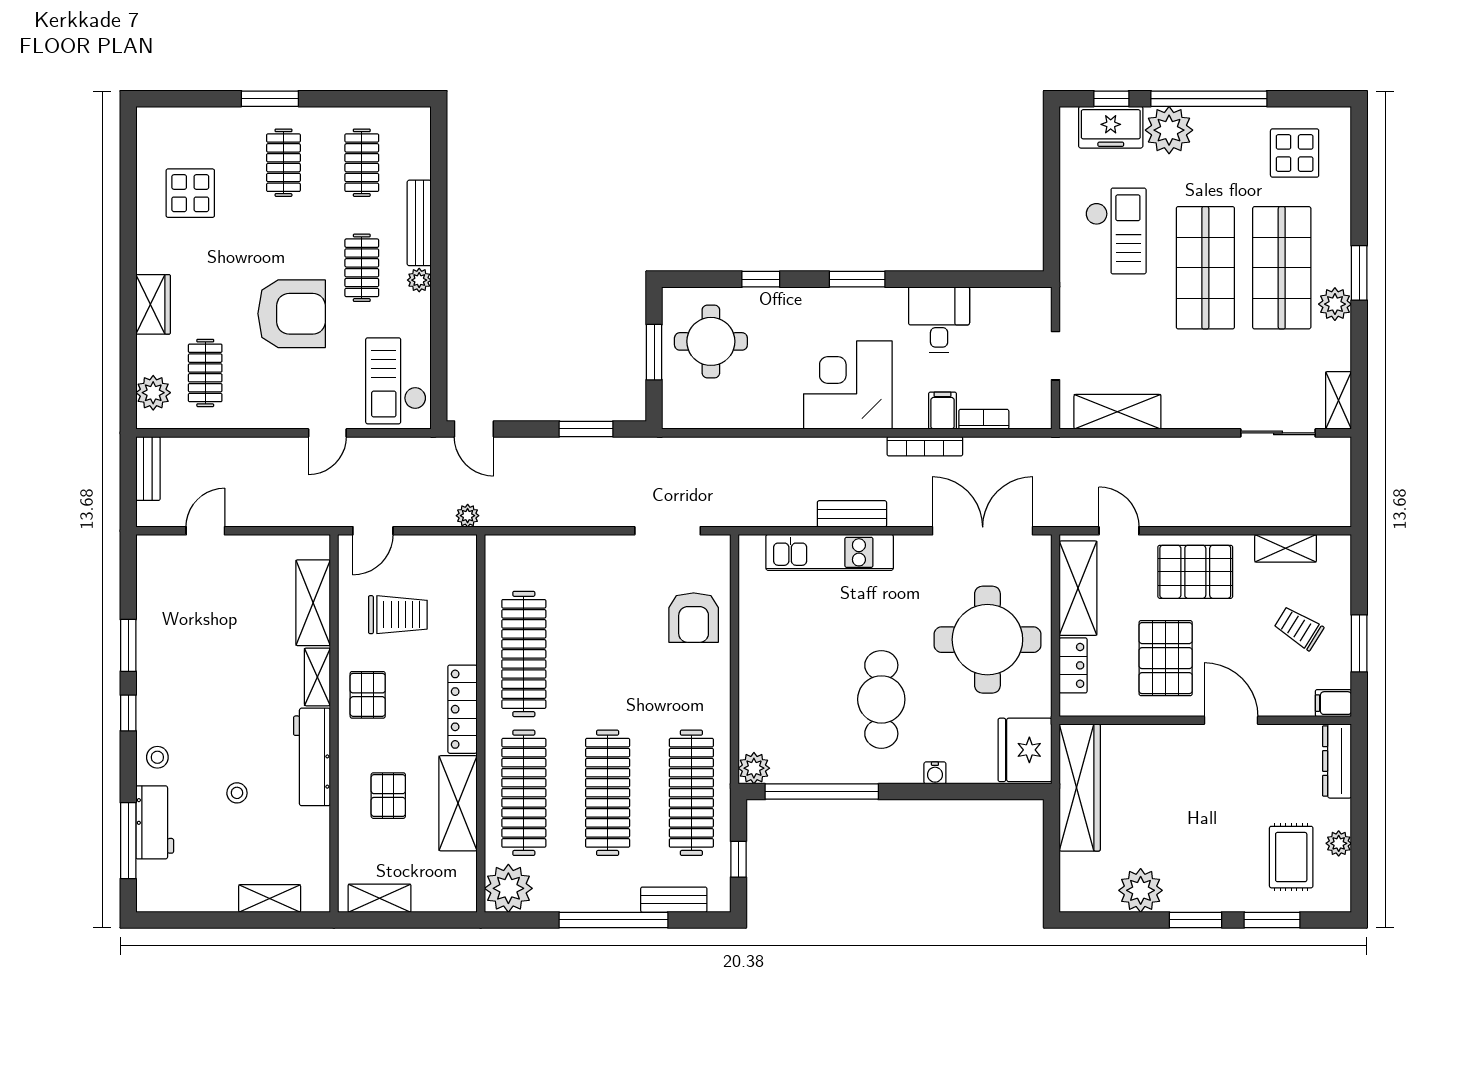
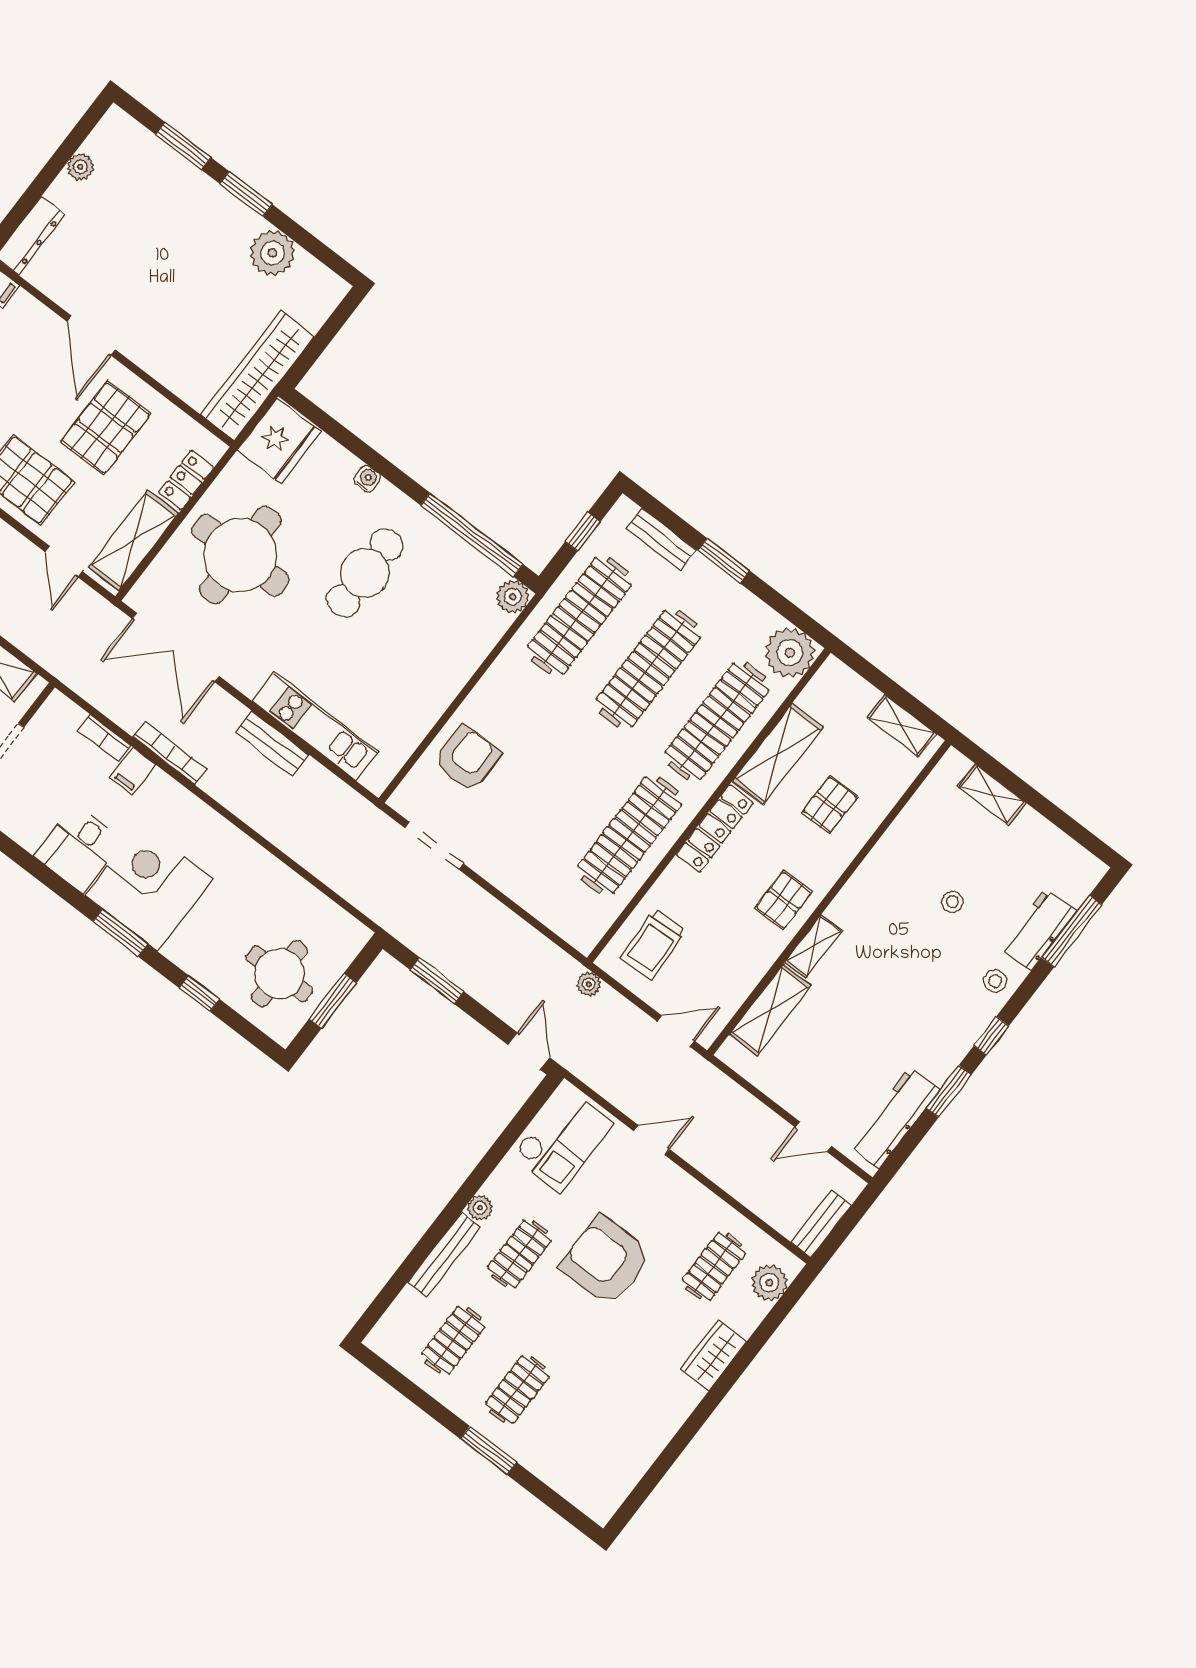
display table: (190, 193) -> (613, 1423), removed
corner desk: (848, 385) -> (149, 887), moved, turned 180
trolley: (398, 615) -> (653, 944), moved, turned -93
workbench: (312, 757) -> (895, 1118), moved, turned 180
rug: (1291, 857) -> (128, 186), removed
window: (613, 920) -> (724, 561), width x0.47

